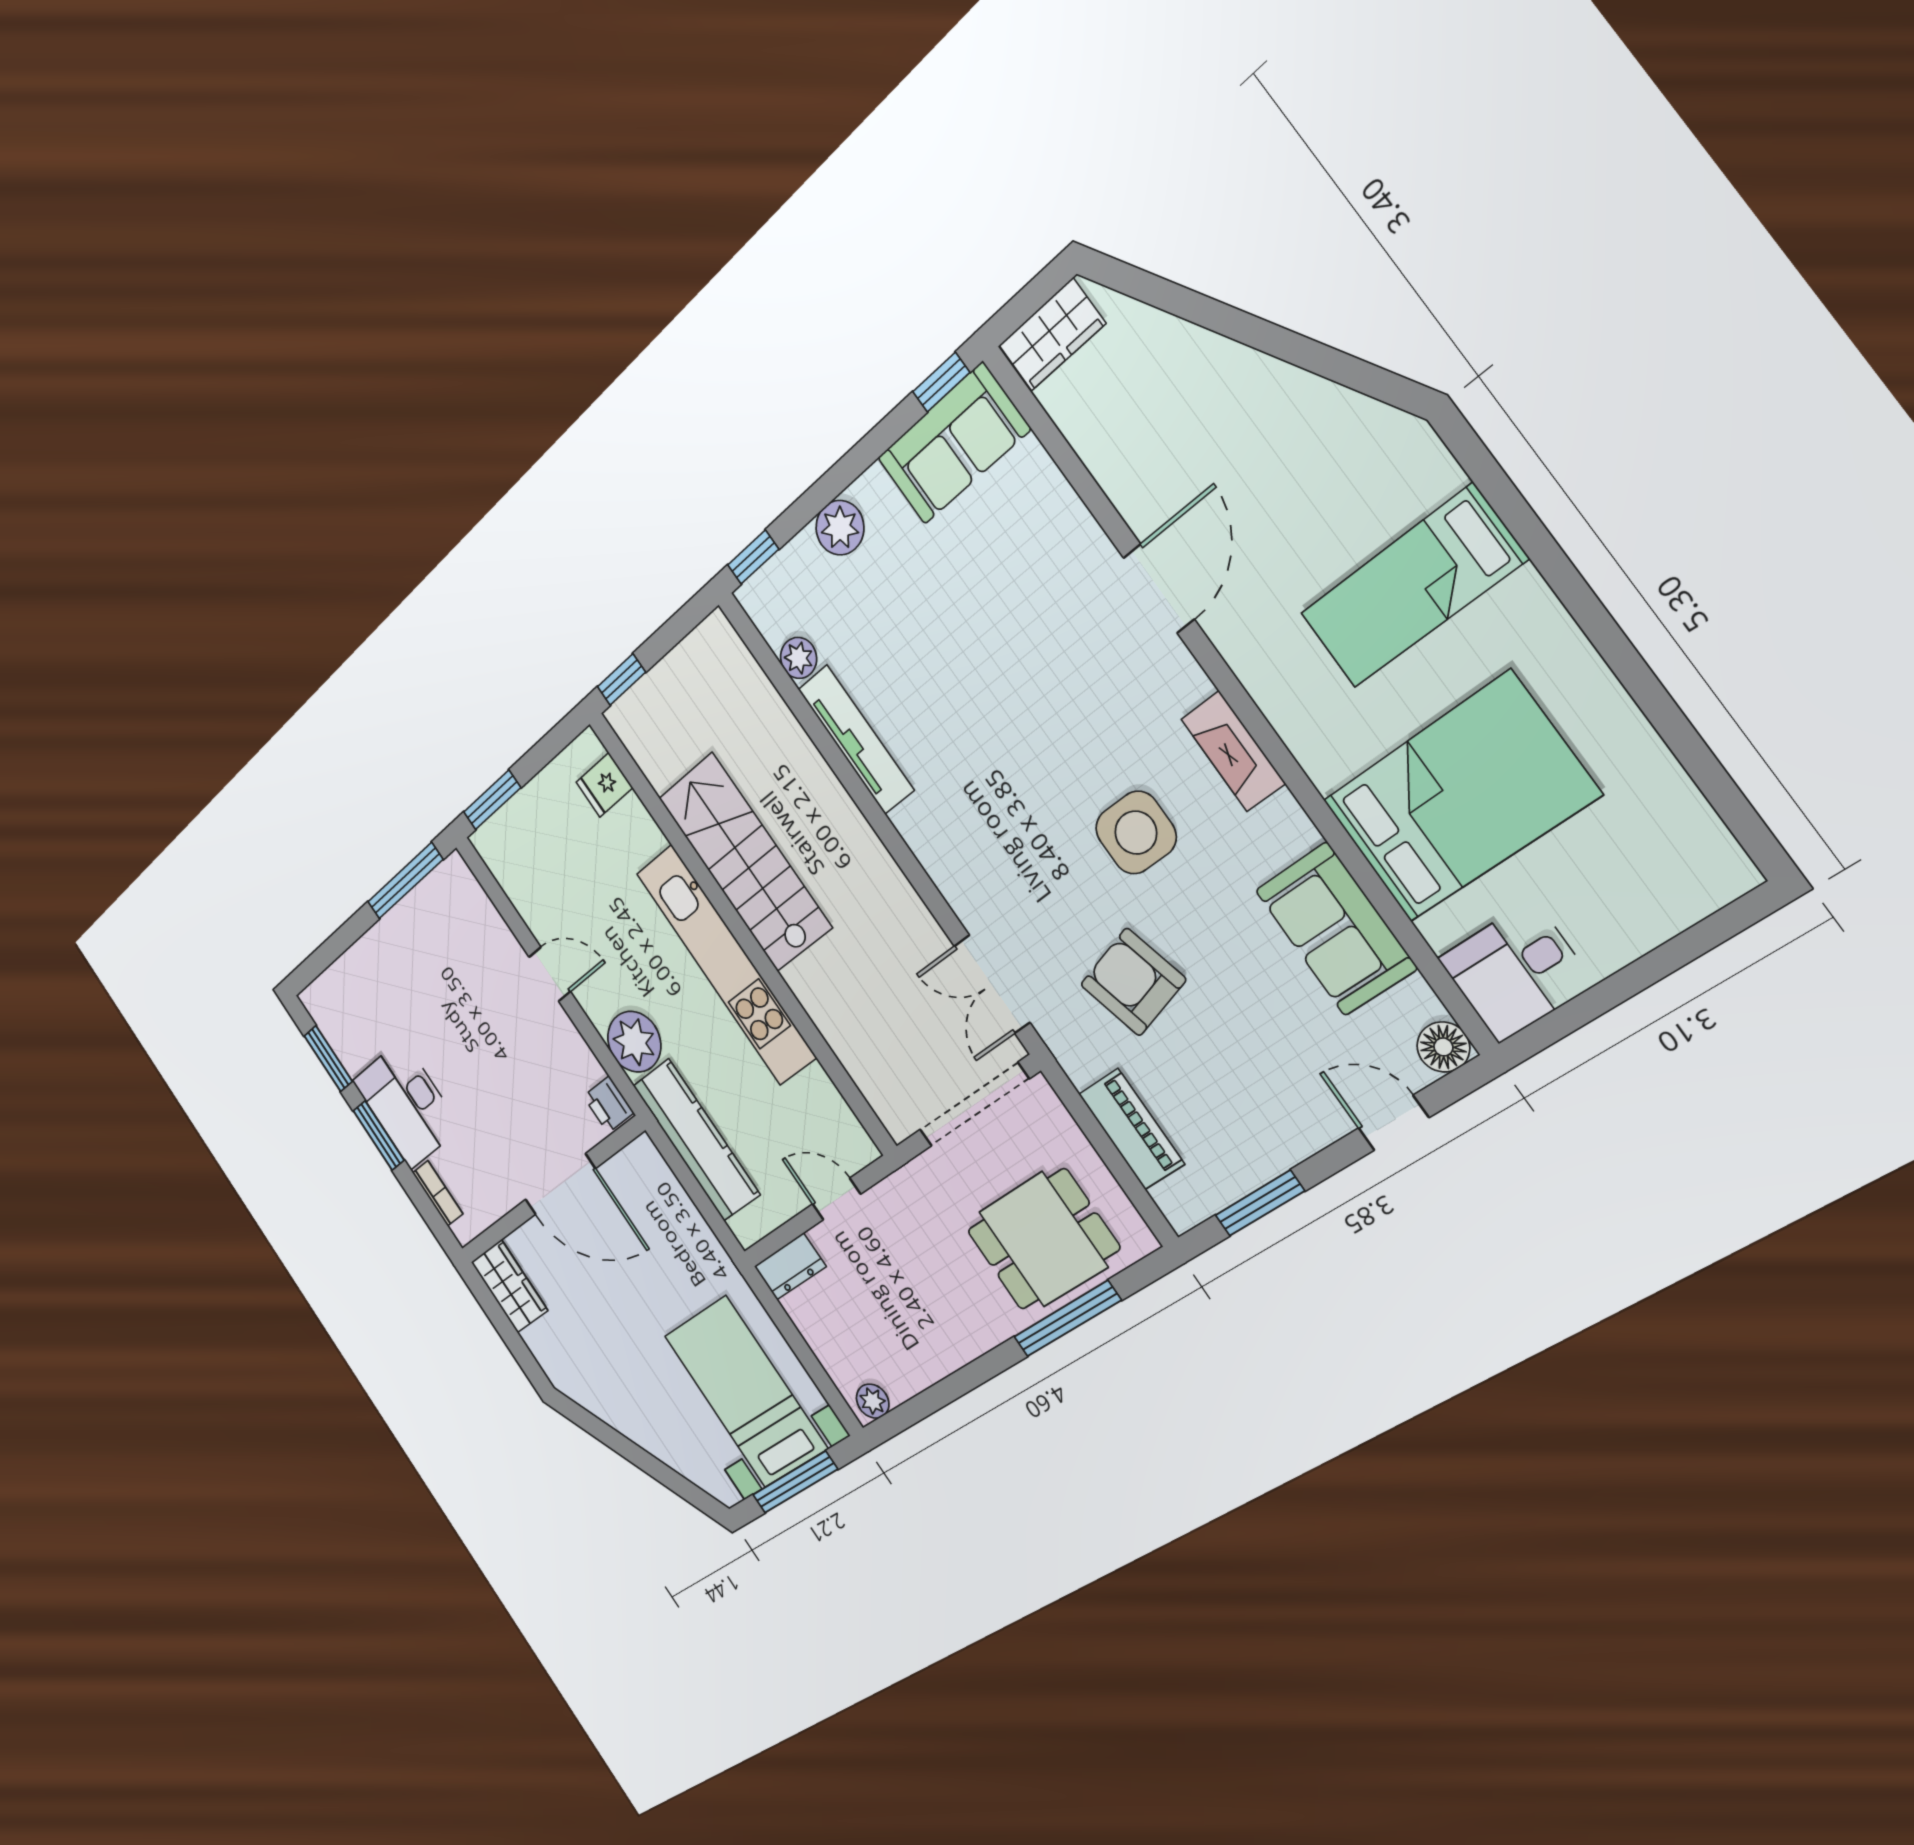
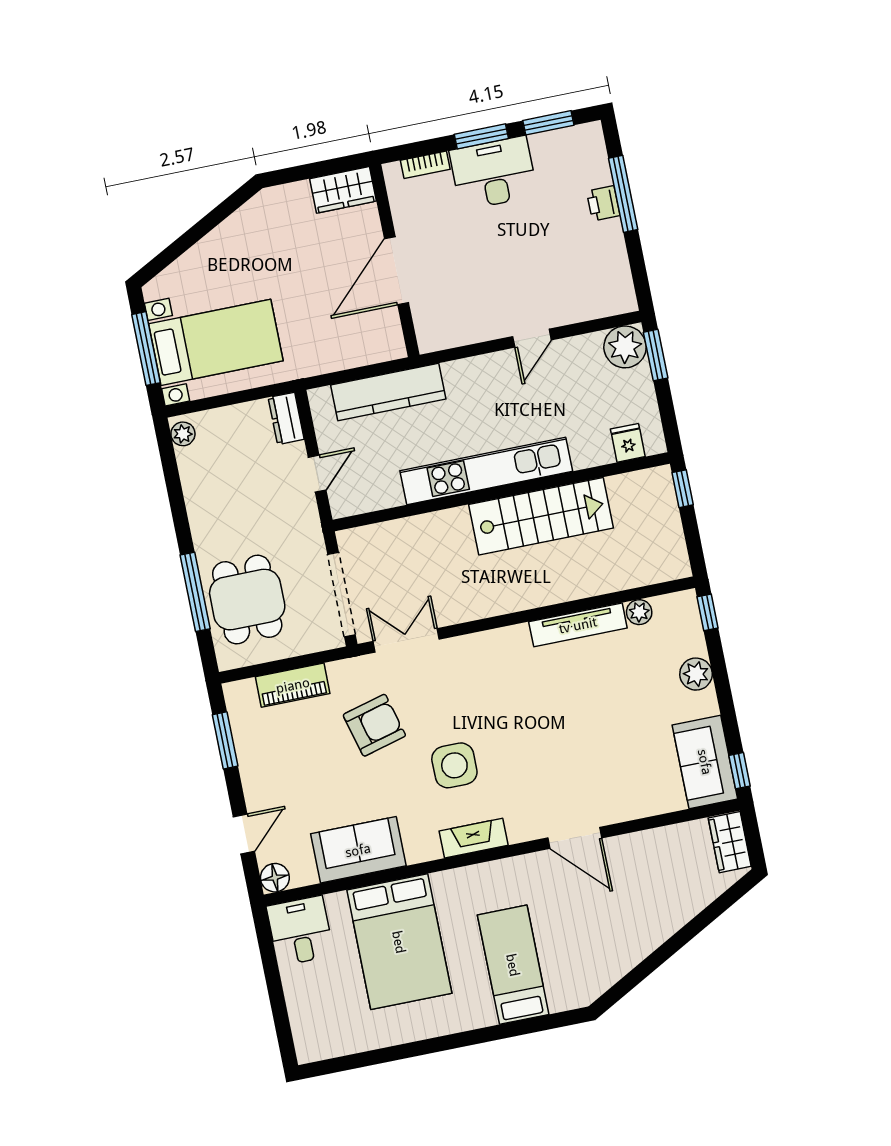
window: (405, 881) -> (623, 194), moved
plant: (634, 1042) -> (625, 347), moved
printer: (608, 1105) -> (603, 203), moved, turned -90

